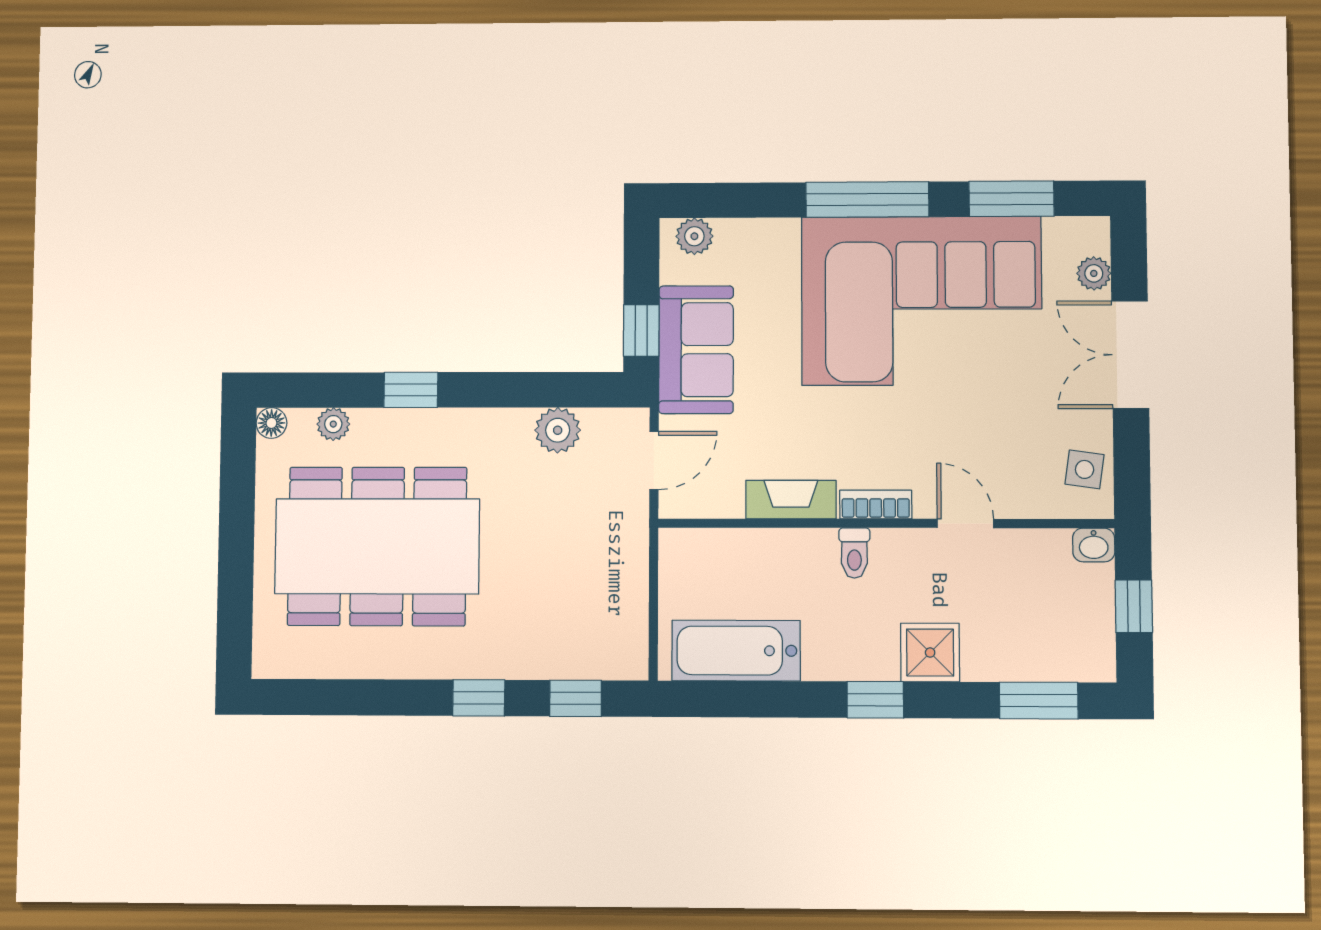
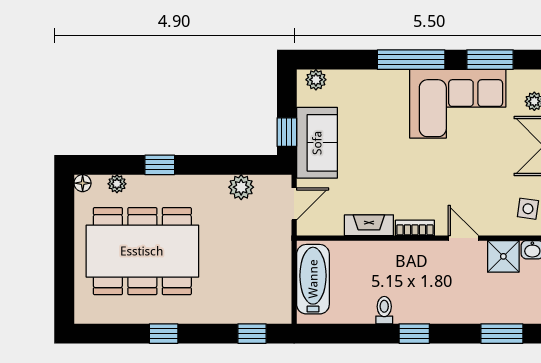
corner sofa: (921, 301) -> (458, 104), width x0.73, depth x0.74
toilet: (854, 553) -> (384, 310), moved, turned 180
bathtub: (736, 651) -> (313, 279), moved, turned 90
shower: (930, 653) -> (503, 256), moved
window: (479, 698) -> (164, 334), moved

